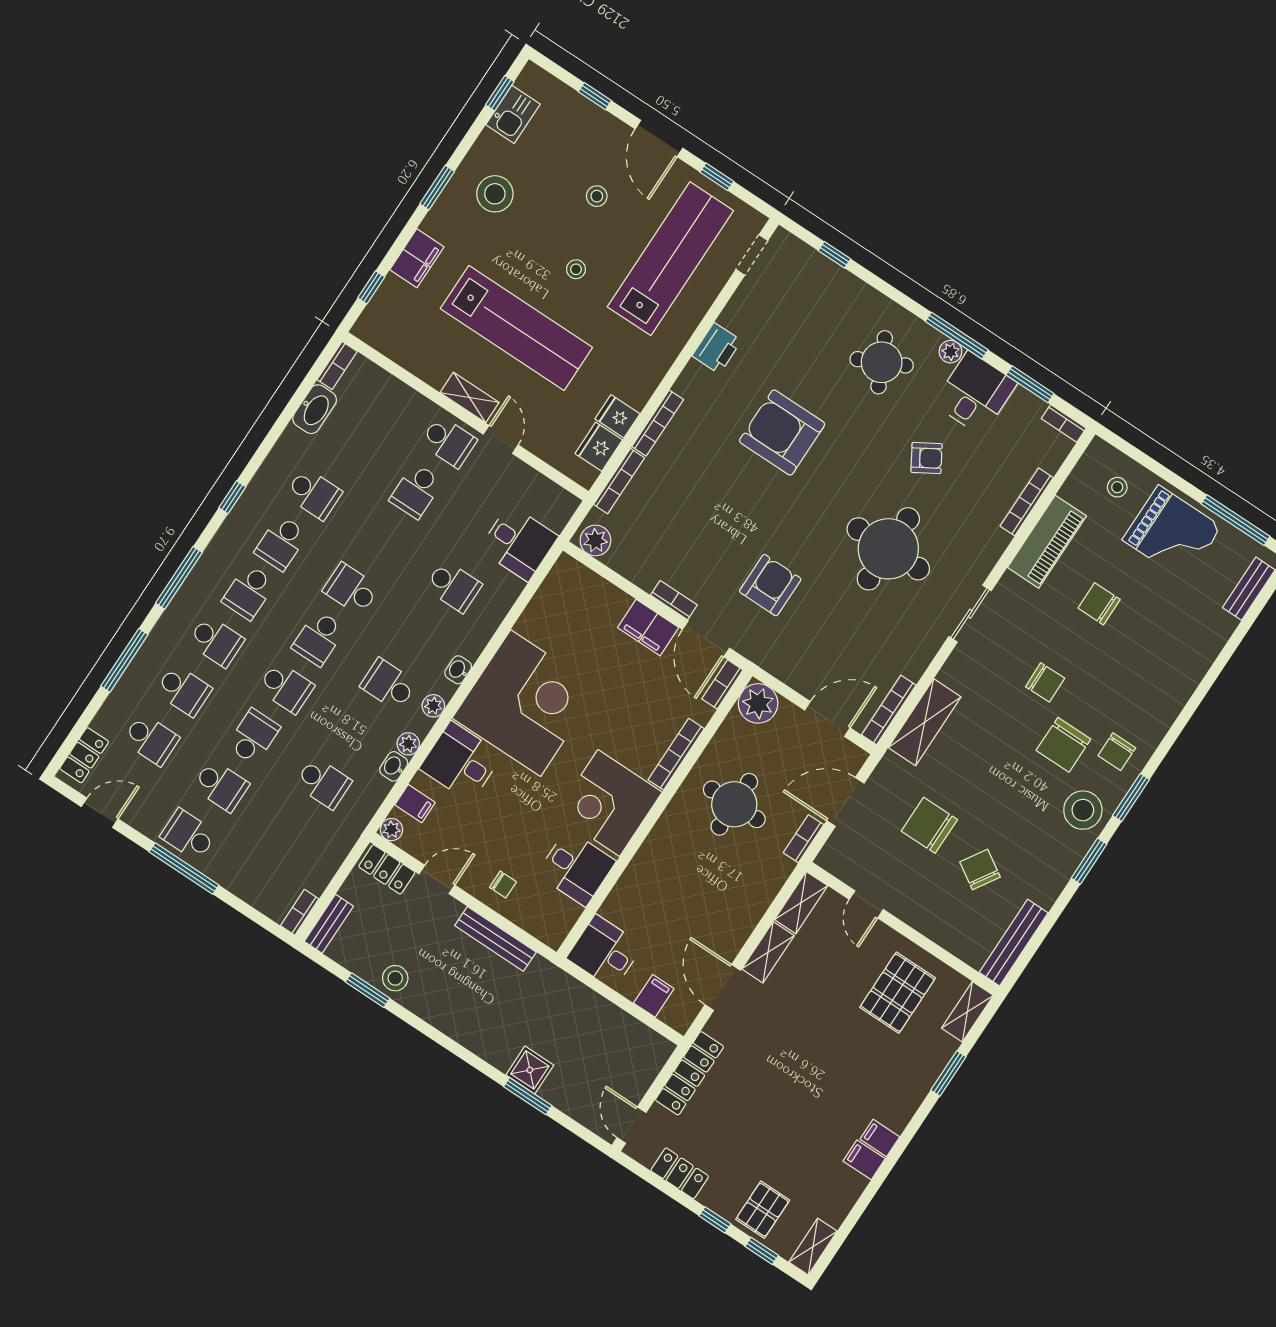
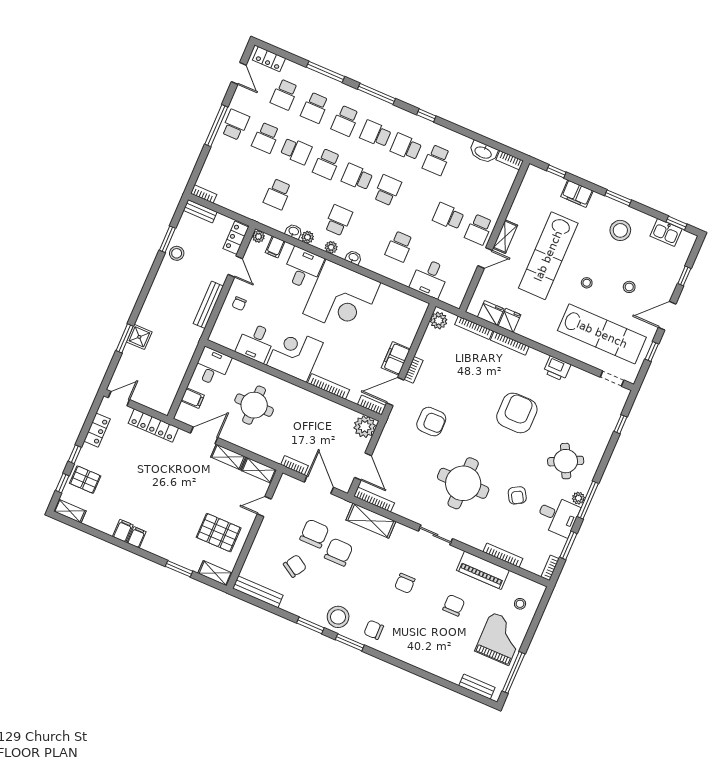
grand piano: (1172, 533) -> (500, 639), turned 180
chair: (1063, 745) -> (339, 552), moved, turned 90
round table: (734, 804) -> (254, 405), moved

